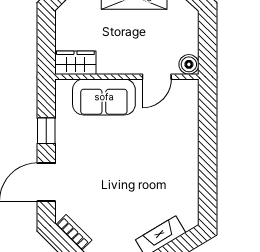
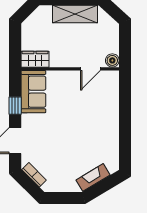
sofa: (104, 97) -> (33, 92), moved, turned -90

